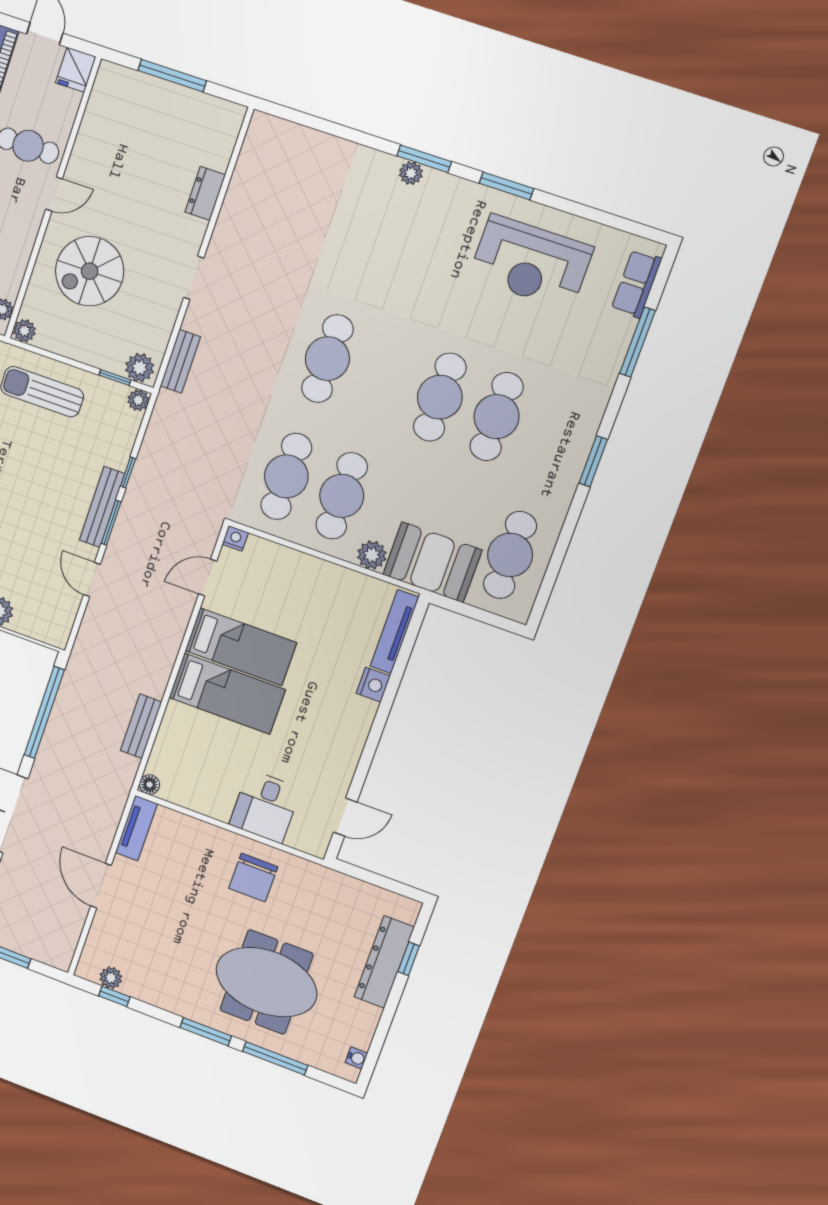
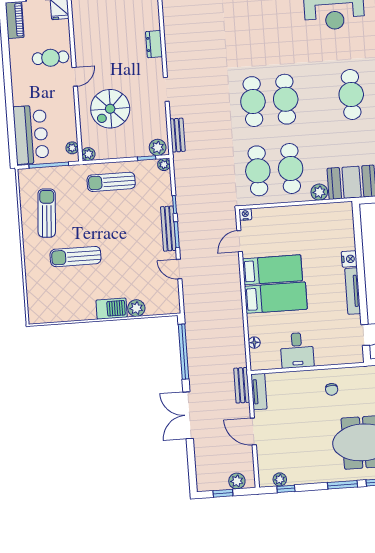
cafe table: (440, 397) -> (286, 99), moved
tv unit: (394, 632) -> (353, 291), moved
bench: (141, 726) -> (242, 385), moved
floor lamp: (150, 785) -> (254, 343), moved
desk: (265, 806) -> (297, 350), moved
chair: (253, 878) -> (332, 389), width x0.54, depth x0.54
plant: (43, 949) -> (237, 481), added

